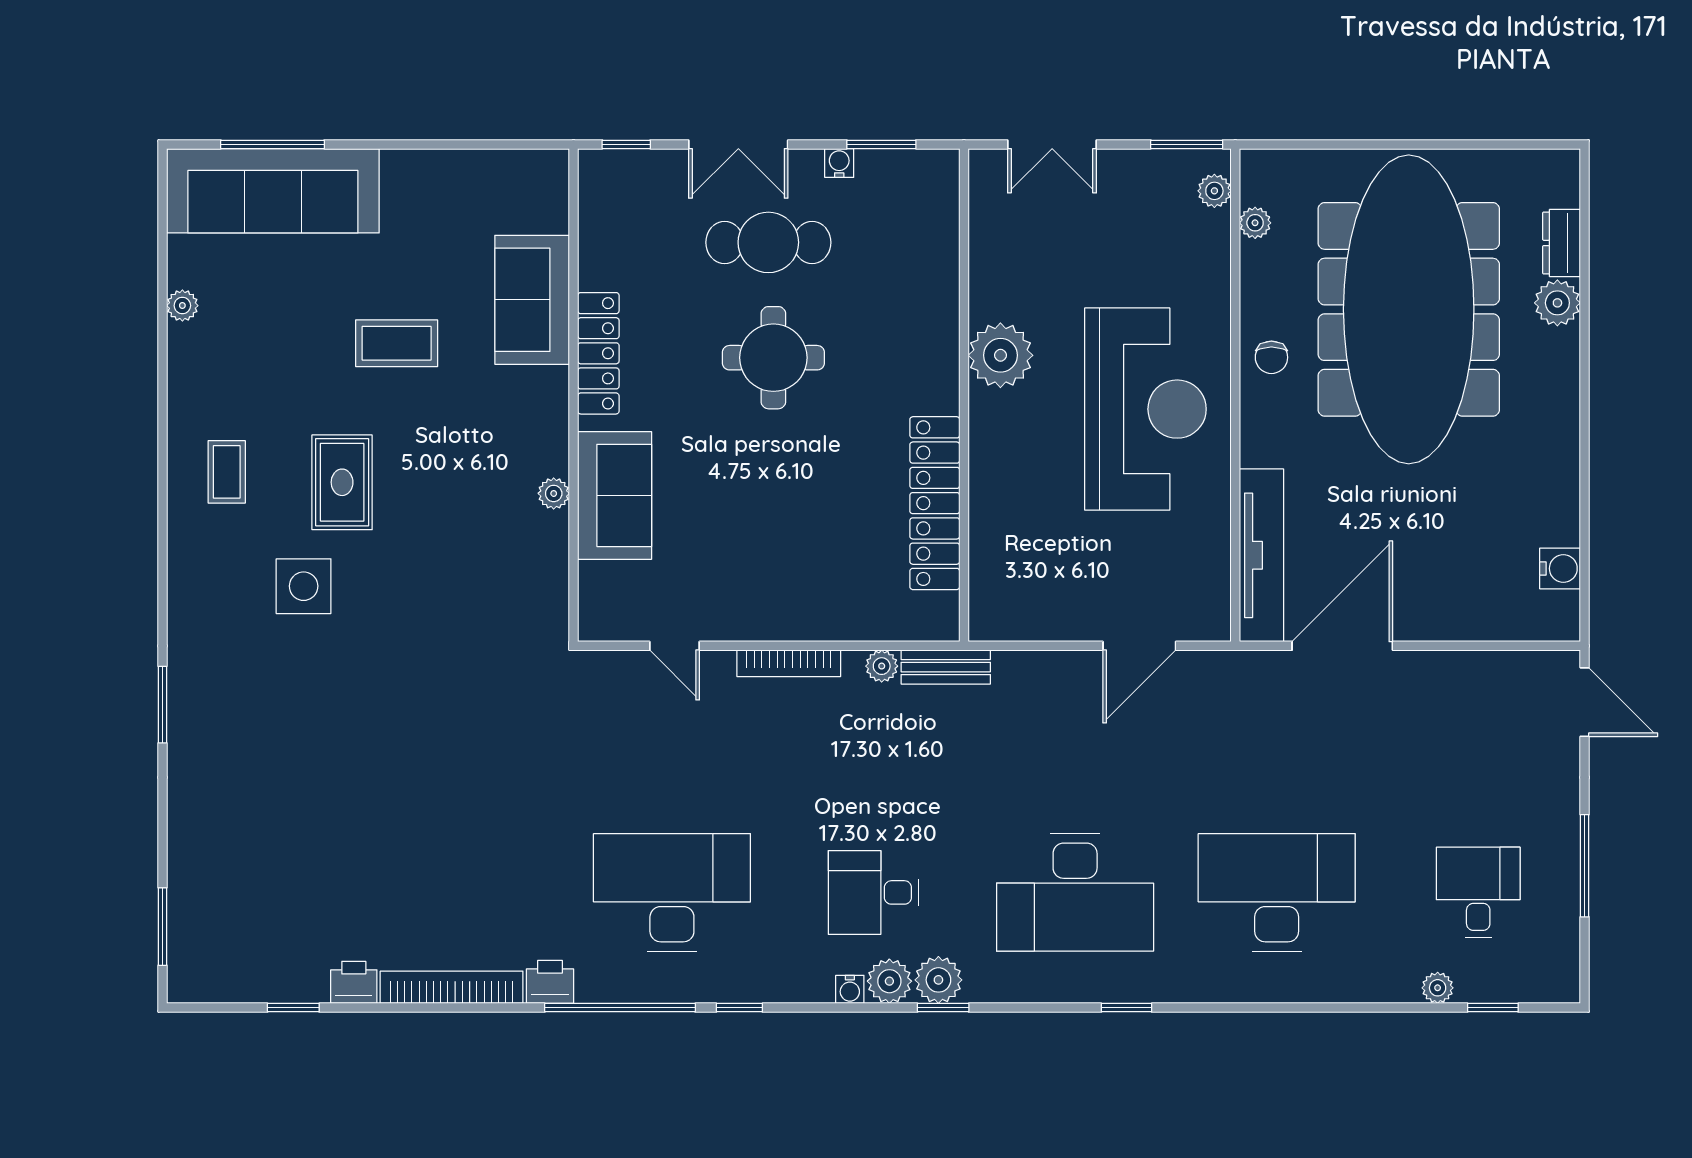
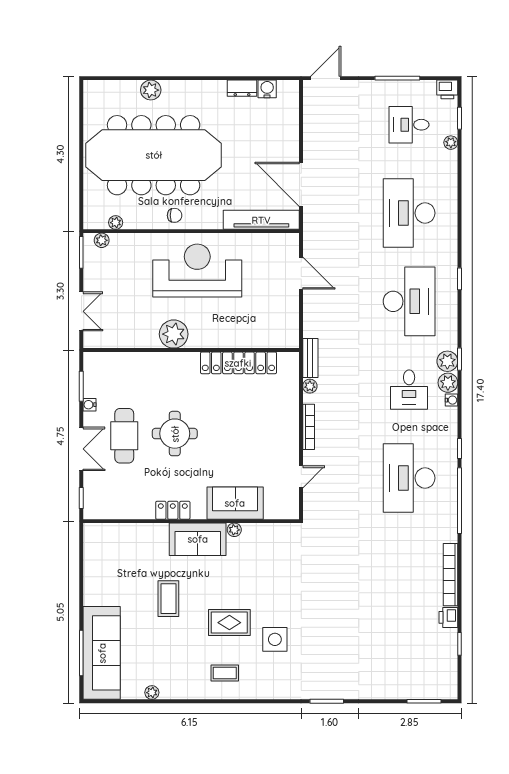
dresser: (1562, 243) -> (242, 88), moved
sofa: (532, 300) -> (198, 539), moved
locker: (598, 353) -> (173, 510), width x0.66
printer: (550, 982) -> (447, 89), moved, turned -90

